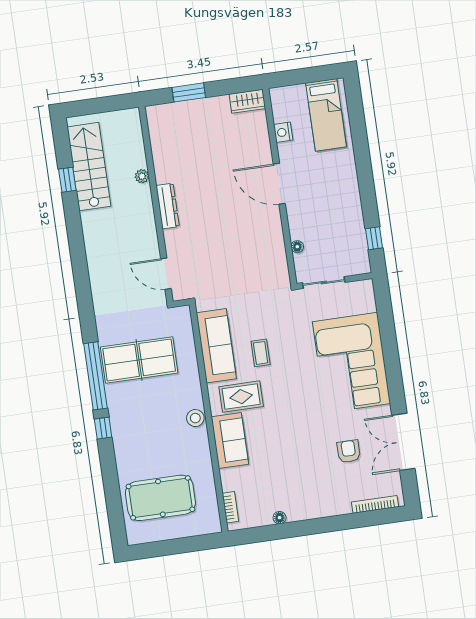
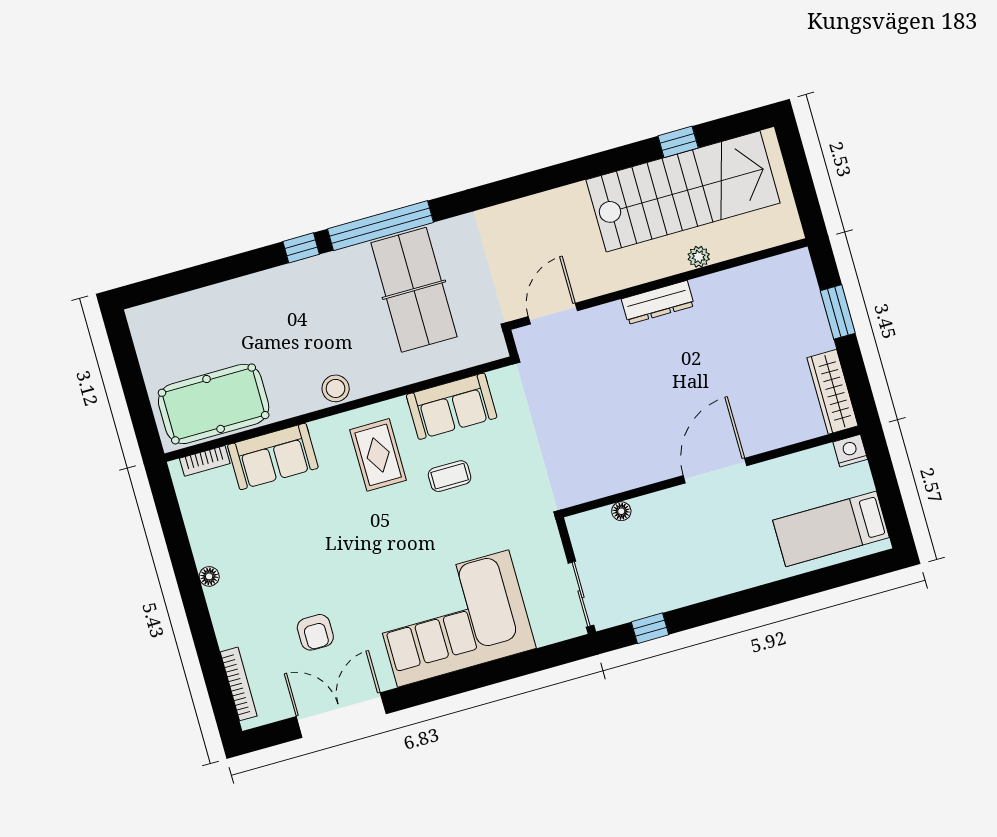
wardrobe: (247, 101) -> (832, 392), width x1.50
nightstand: (283, 132) -> (850, 451), moved
stairs: (89, 167) -> (683, 191), width x1.36, depth x1.51
sliding door: (324, 283) -> (581, 594), moved
sofa: (216, 346) -> (452, 406), width x0.73
sofa: (230, 440) -> (273, 456), moved
armchair: (349, 451) -> (315, 632), turned 90
pool table: (160, 498) -> (214, 404), moved, turned 90
floor lamp: (280, 518) -> (209, 576), moved

